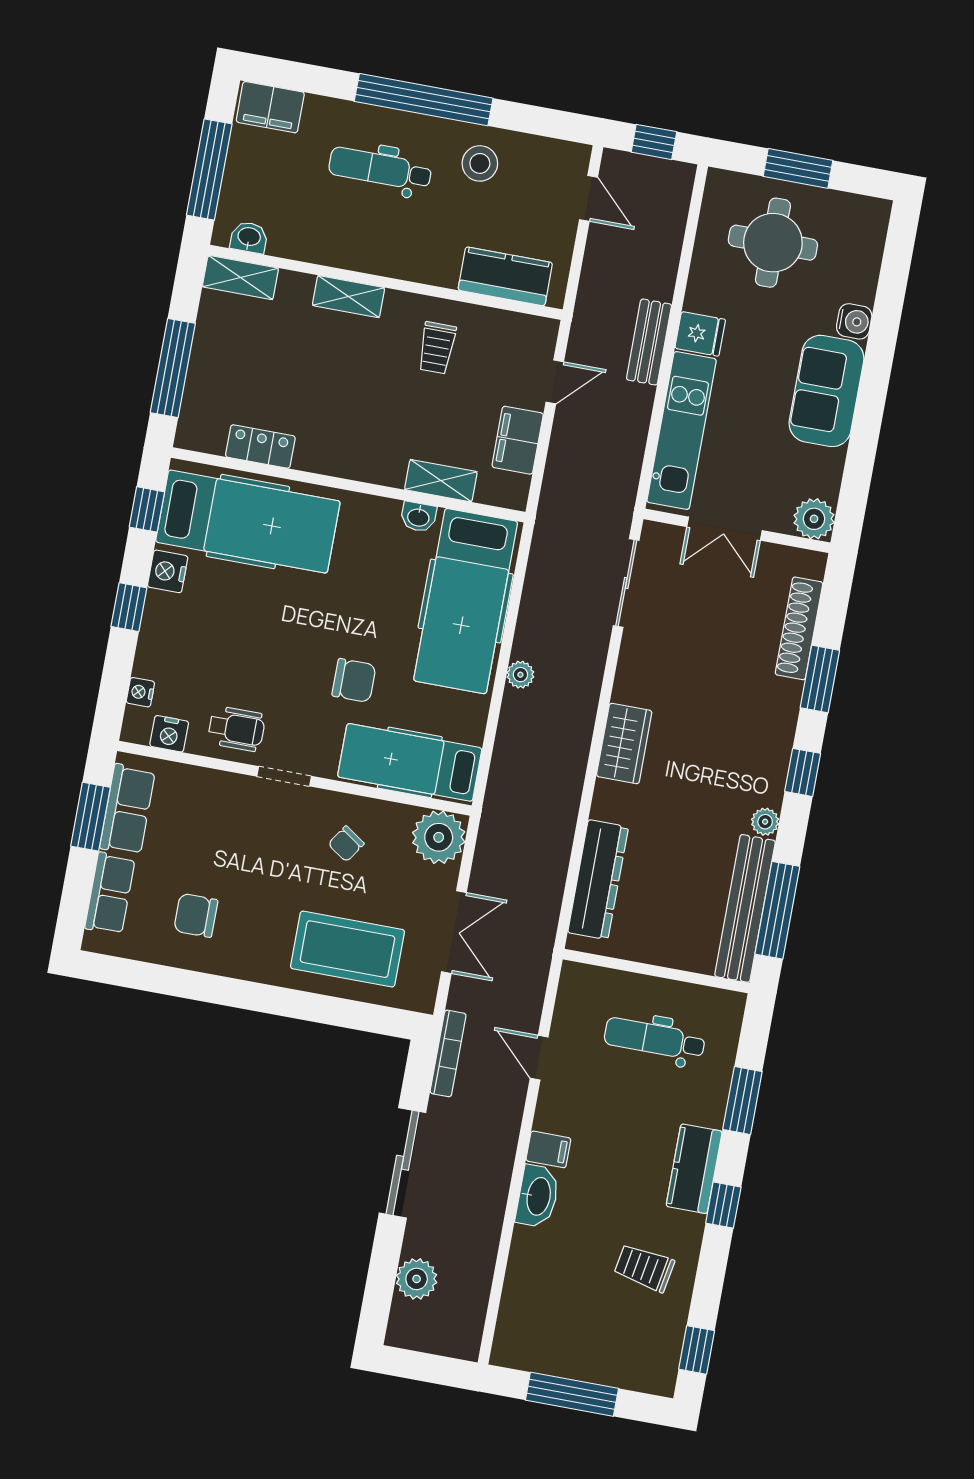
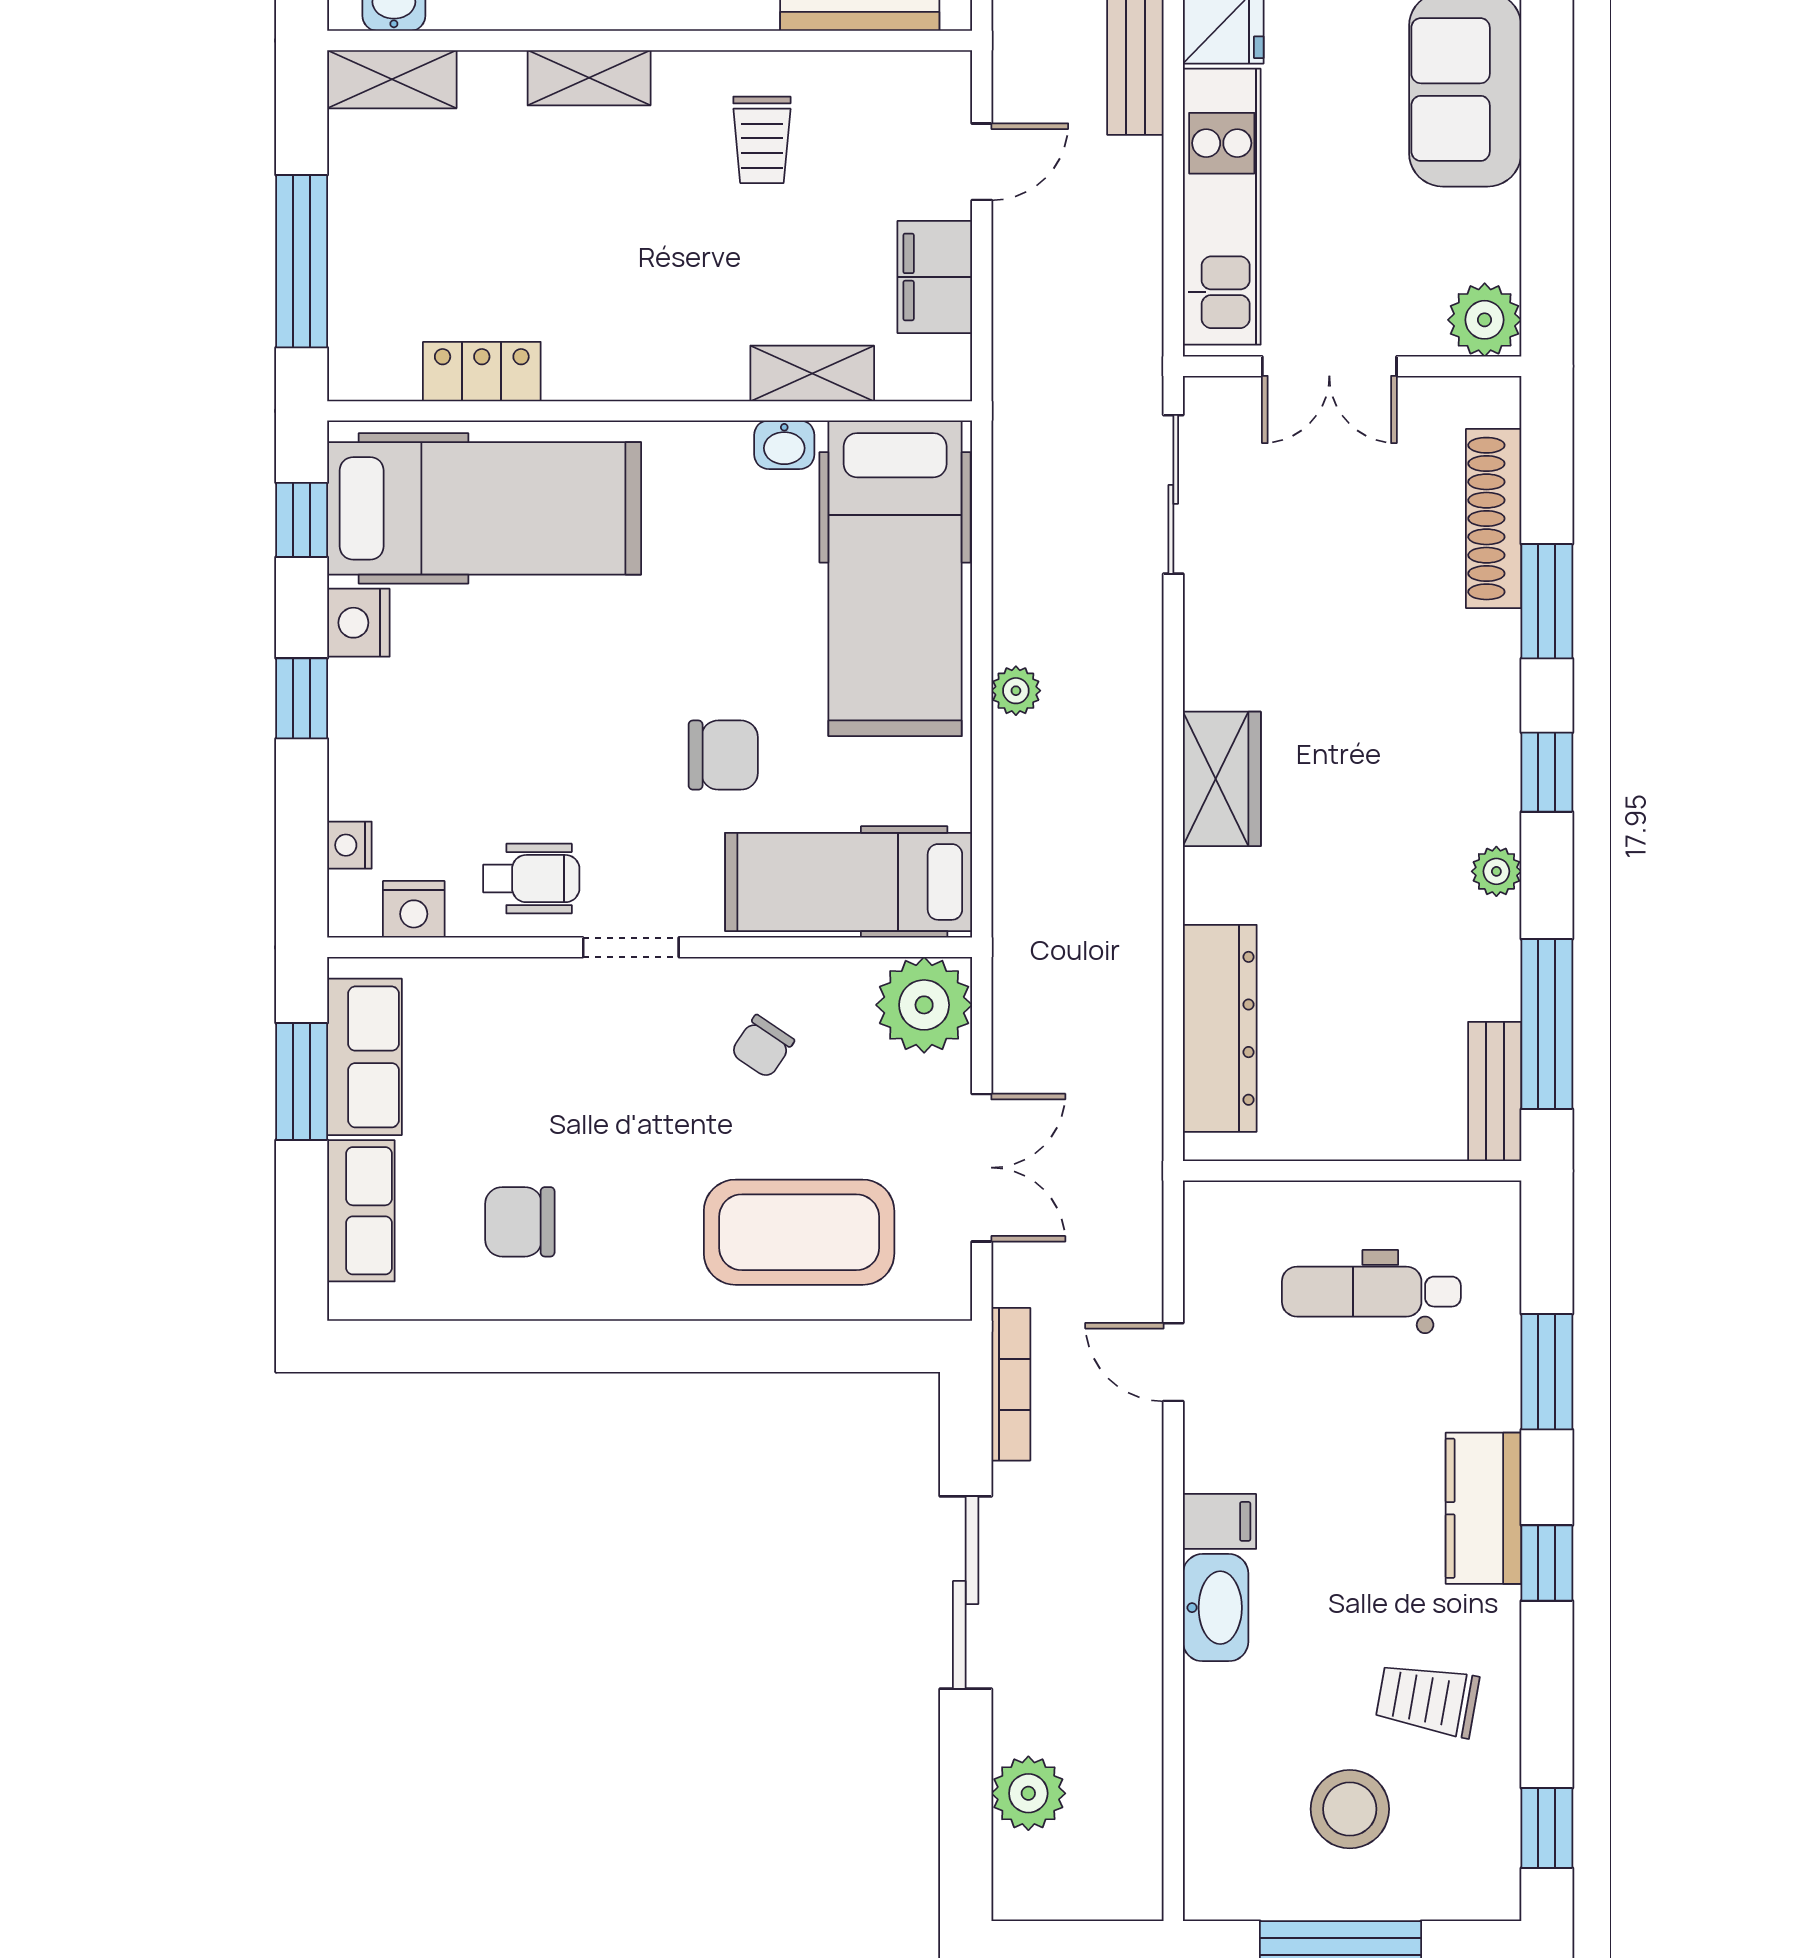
bench: (745, 908) -> (1495, 1092), width x0.54, depth x0.82
stool: (591, 1320) -> (1350, 1809), added

